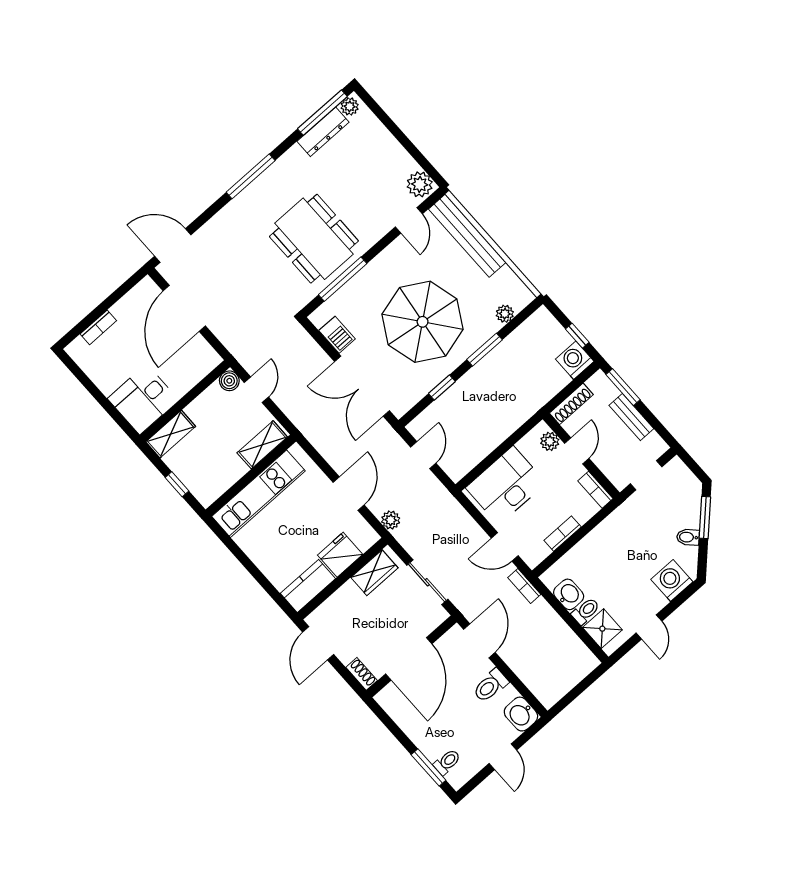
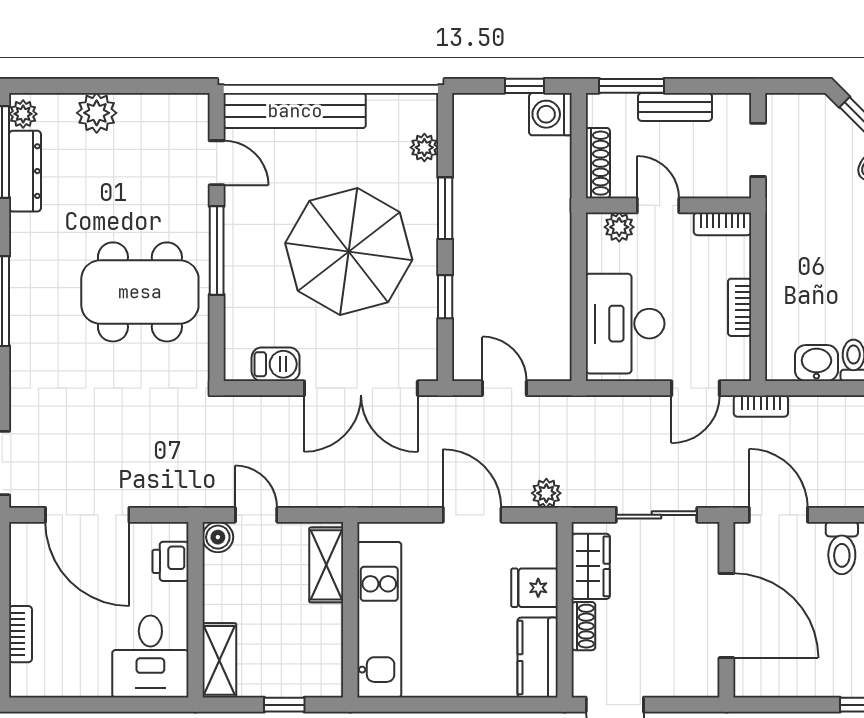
plant: (420, 184) -> (97, 113), moved
window: (343, 279) -> (217, 250), moved
printer: (197, 368) -> (171, 561), added
fridge: (340, 555) -> (534, 588), width x0.72
shoe rack: (362, 674) -> (583, 626), moved, turned 90

